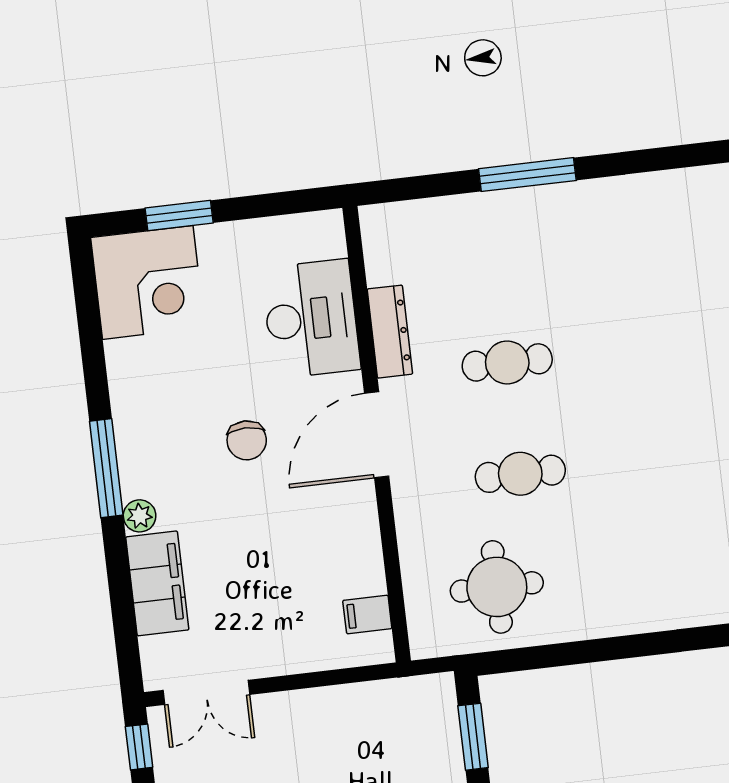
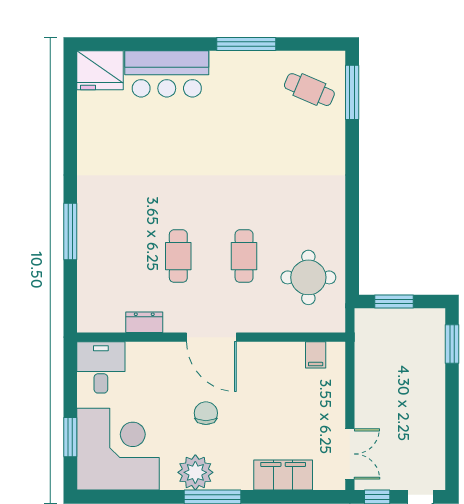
corner desk: (148, 282) -> (118, 449), width x1.36, depth x1.36
desk: (311, 319) -> (101, 367), moved, width x0.73
dresser: (390, 332) -> (144, 322), width x0.70
chair: (247, 440) -> (206, 413), turned -90
plant: (140, 516) -> (195, 472), moved, width x1.88, depth x1.88

